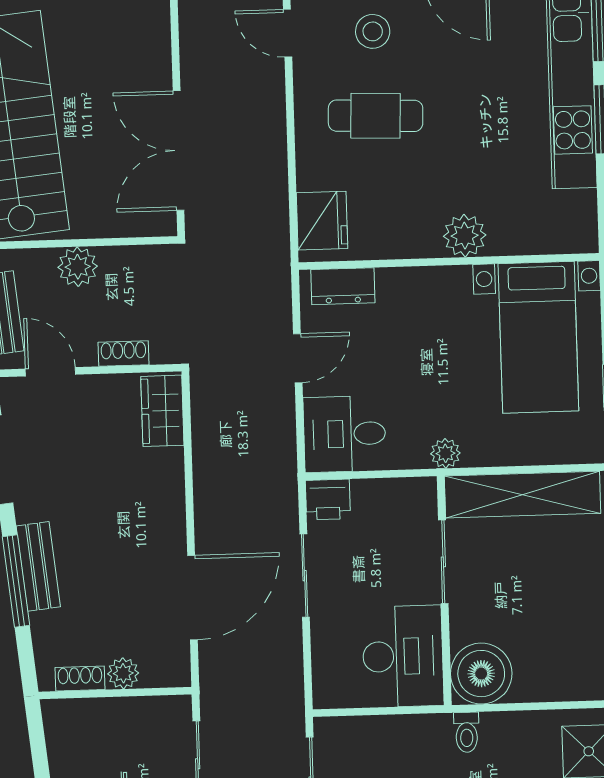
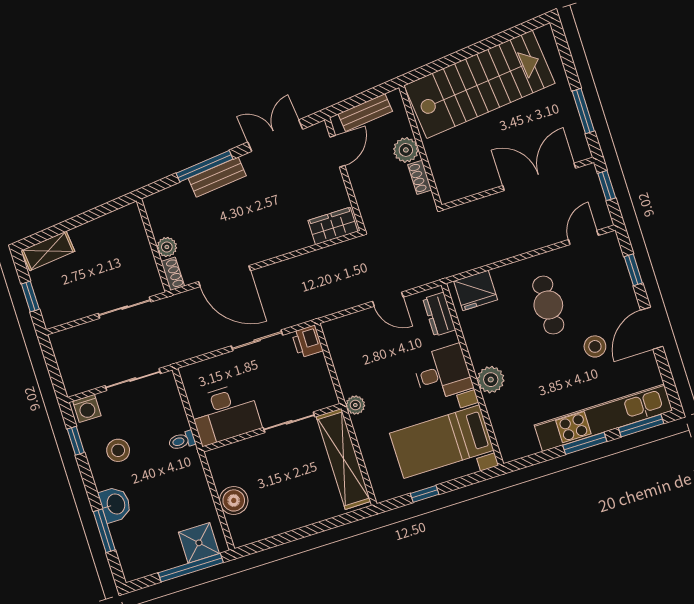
stool: (373, 31) -> (595, 346), moved
double door: (178, 151) -> (539, 177), moved
shoe rack: (123, 353) -> (420, 177), moved, turned 180
desk: (345, 434) -> (443, 373), moved, turned 90
boiler: (481, 674) -> (234, 500), moved, width x0.73, depth x0.73
shoe rack: (80, 679) -> (173, 274), moved
toilet: (467, 732) -> (182, 441), moved

